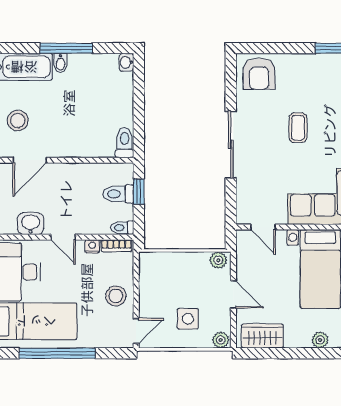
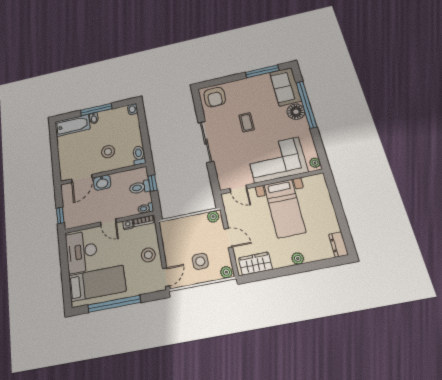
stool: (18, 121) -> (108, 152), moved
washbasin: (31, 224) -> (102, 183), moved, turned 180

